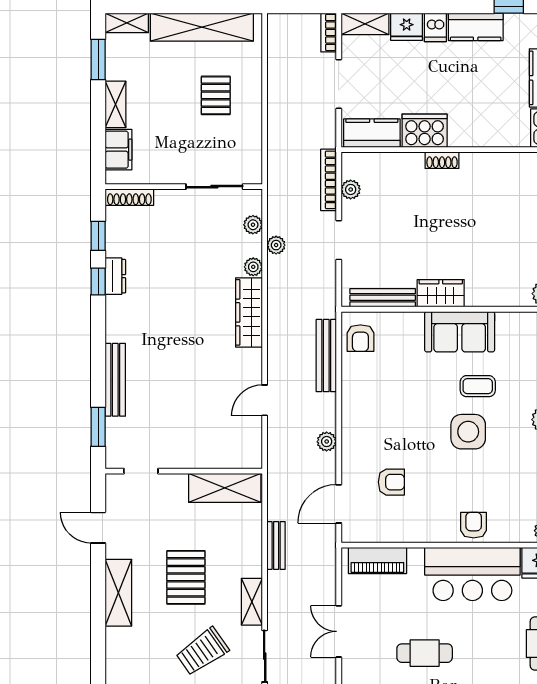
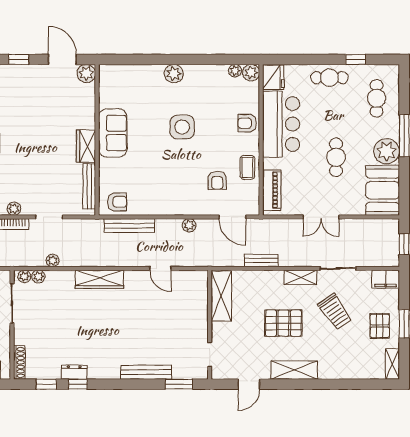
plant: (253, 267) -> (24, 276), moved
coffee table: (478, 386) -> (247, 167), moved
armchair: (391, 482) -> (217, 180), turned 180

